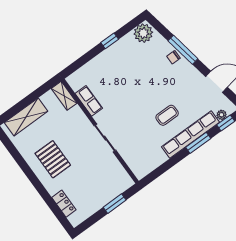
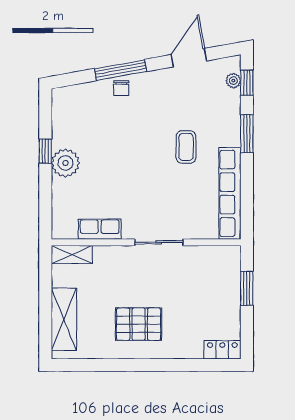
plant: (143, 33) -> (65, 163), moved
row of seats: (190, 135) -> (230, 193), moved
locker: (64, 204) -> (222, 350), moved

